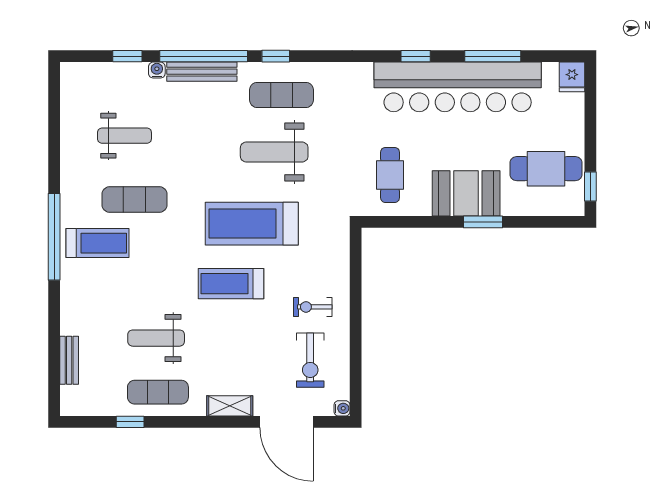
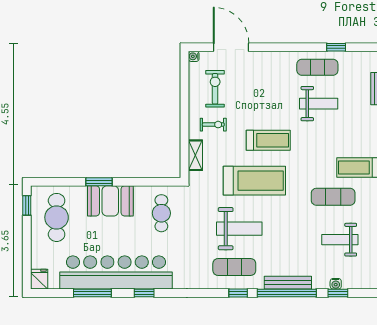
water cooler: (157, 70) -> (336, 284), moved
cafe table: (546, 169) -> (57, 217), turned 90
shelving: (230, 406) -> (195, 155), moved, turned 90

